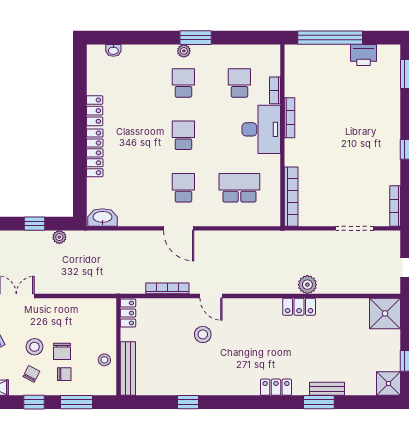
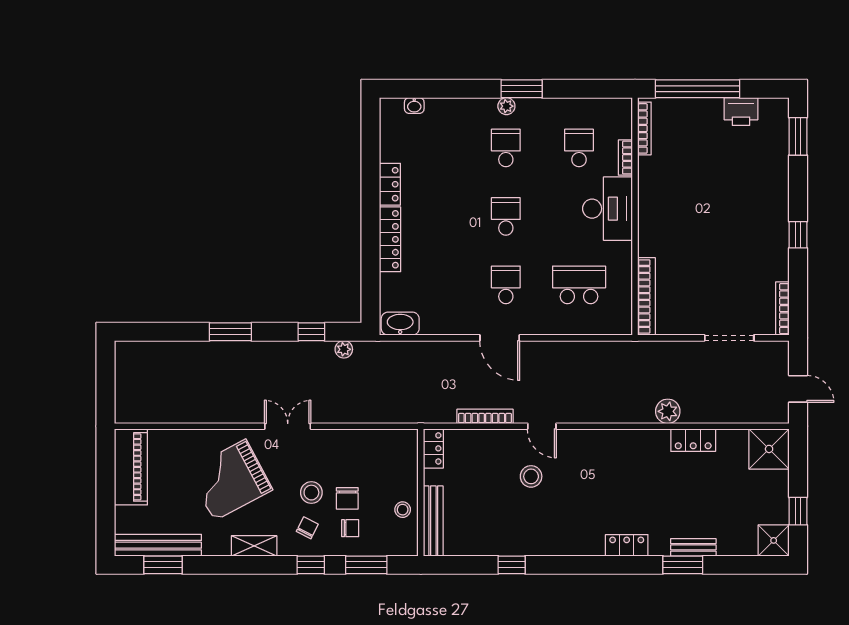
bookcase: (290, 118) -> (644, 128), moved
locker: (299, 307) -> (693, 440), moved

